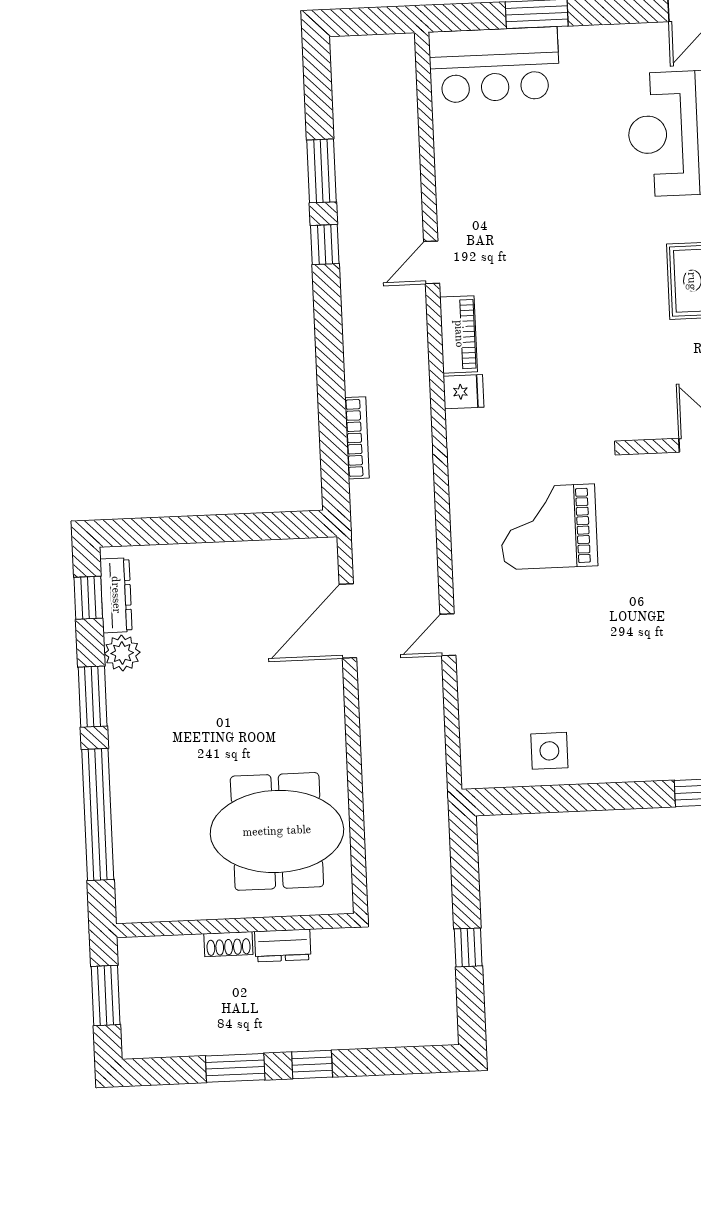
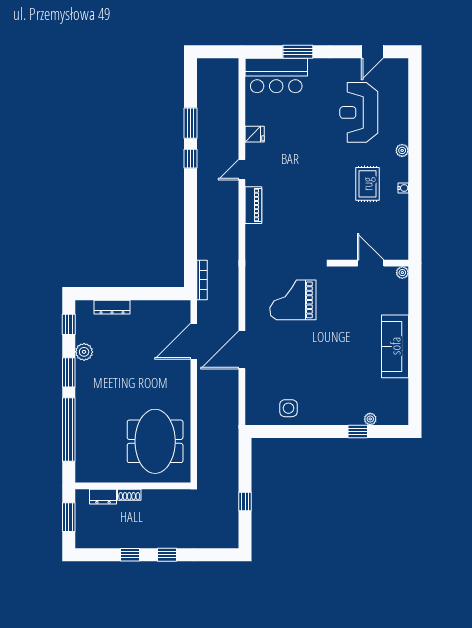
fridge: (464, 392) -> (255, 134), moved
bookcase: (357, 438) -> (202, 280), moved
dresser: (116, 595) -> (112, 307), moved, turned 90
door: (448, 635) -> (242, 350), width x1.88
meeting table: (277, 831) -> (155, 441), turned 90
dresser: (283, 945) -> (103, 497), moved
window: (235, 1068) -> (130, 555), width x0.67

